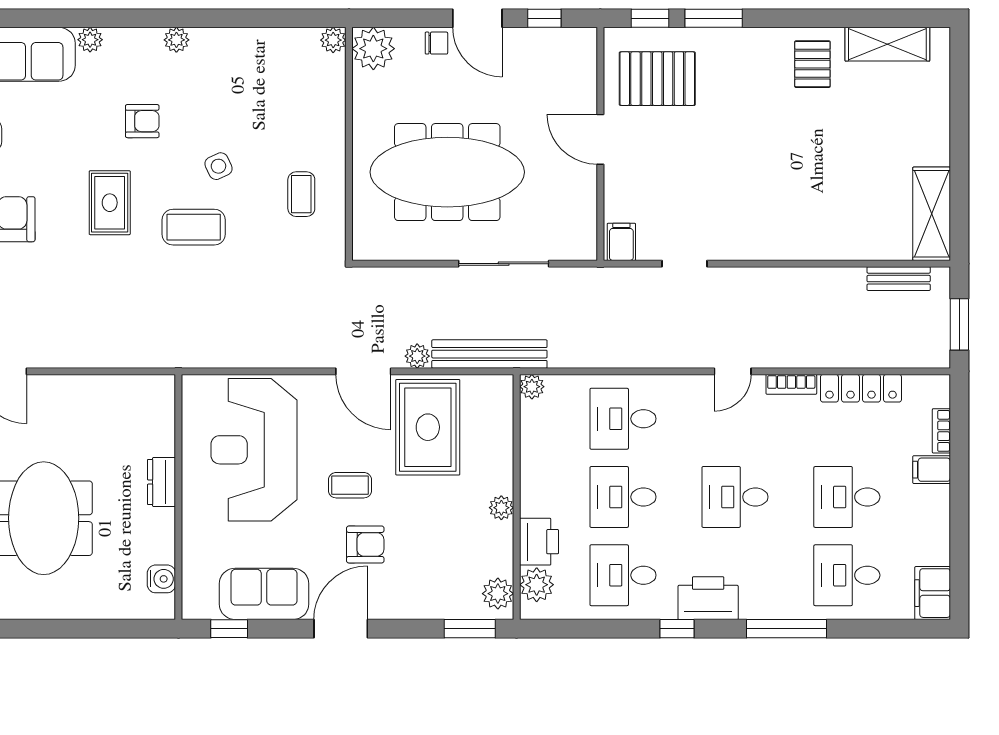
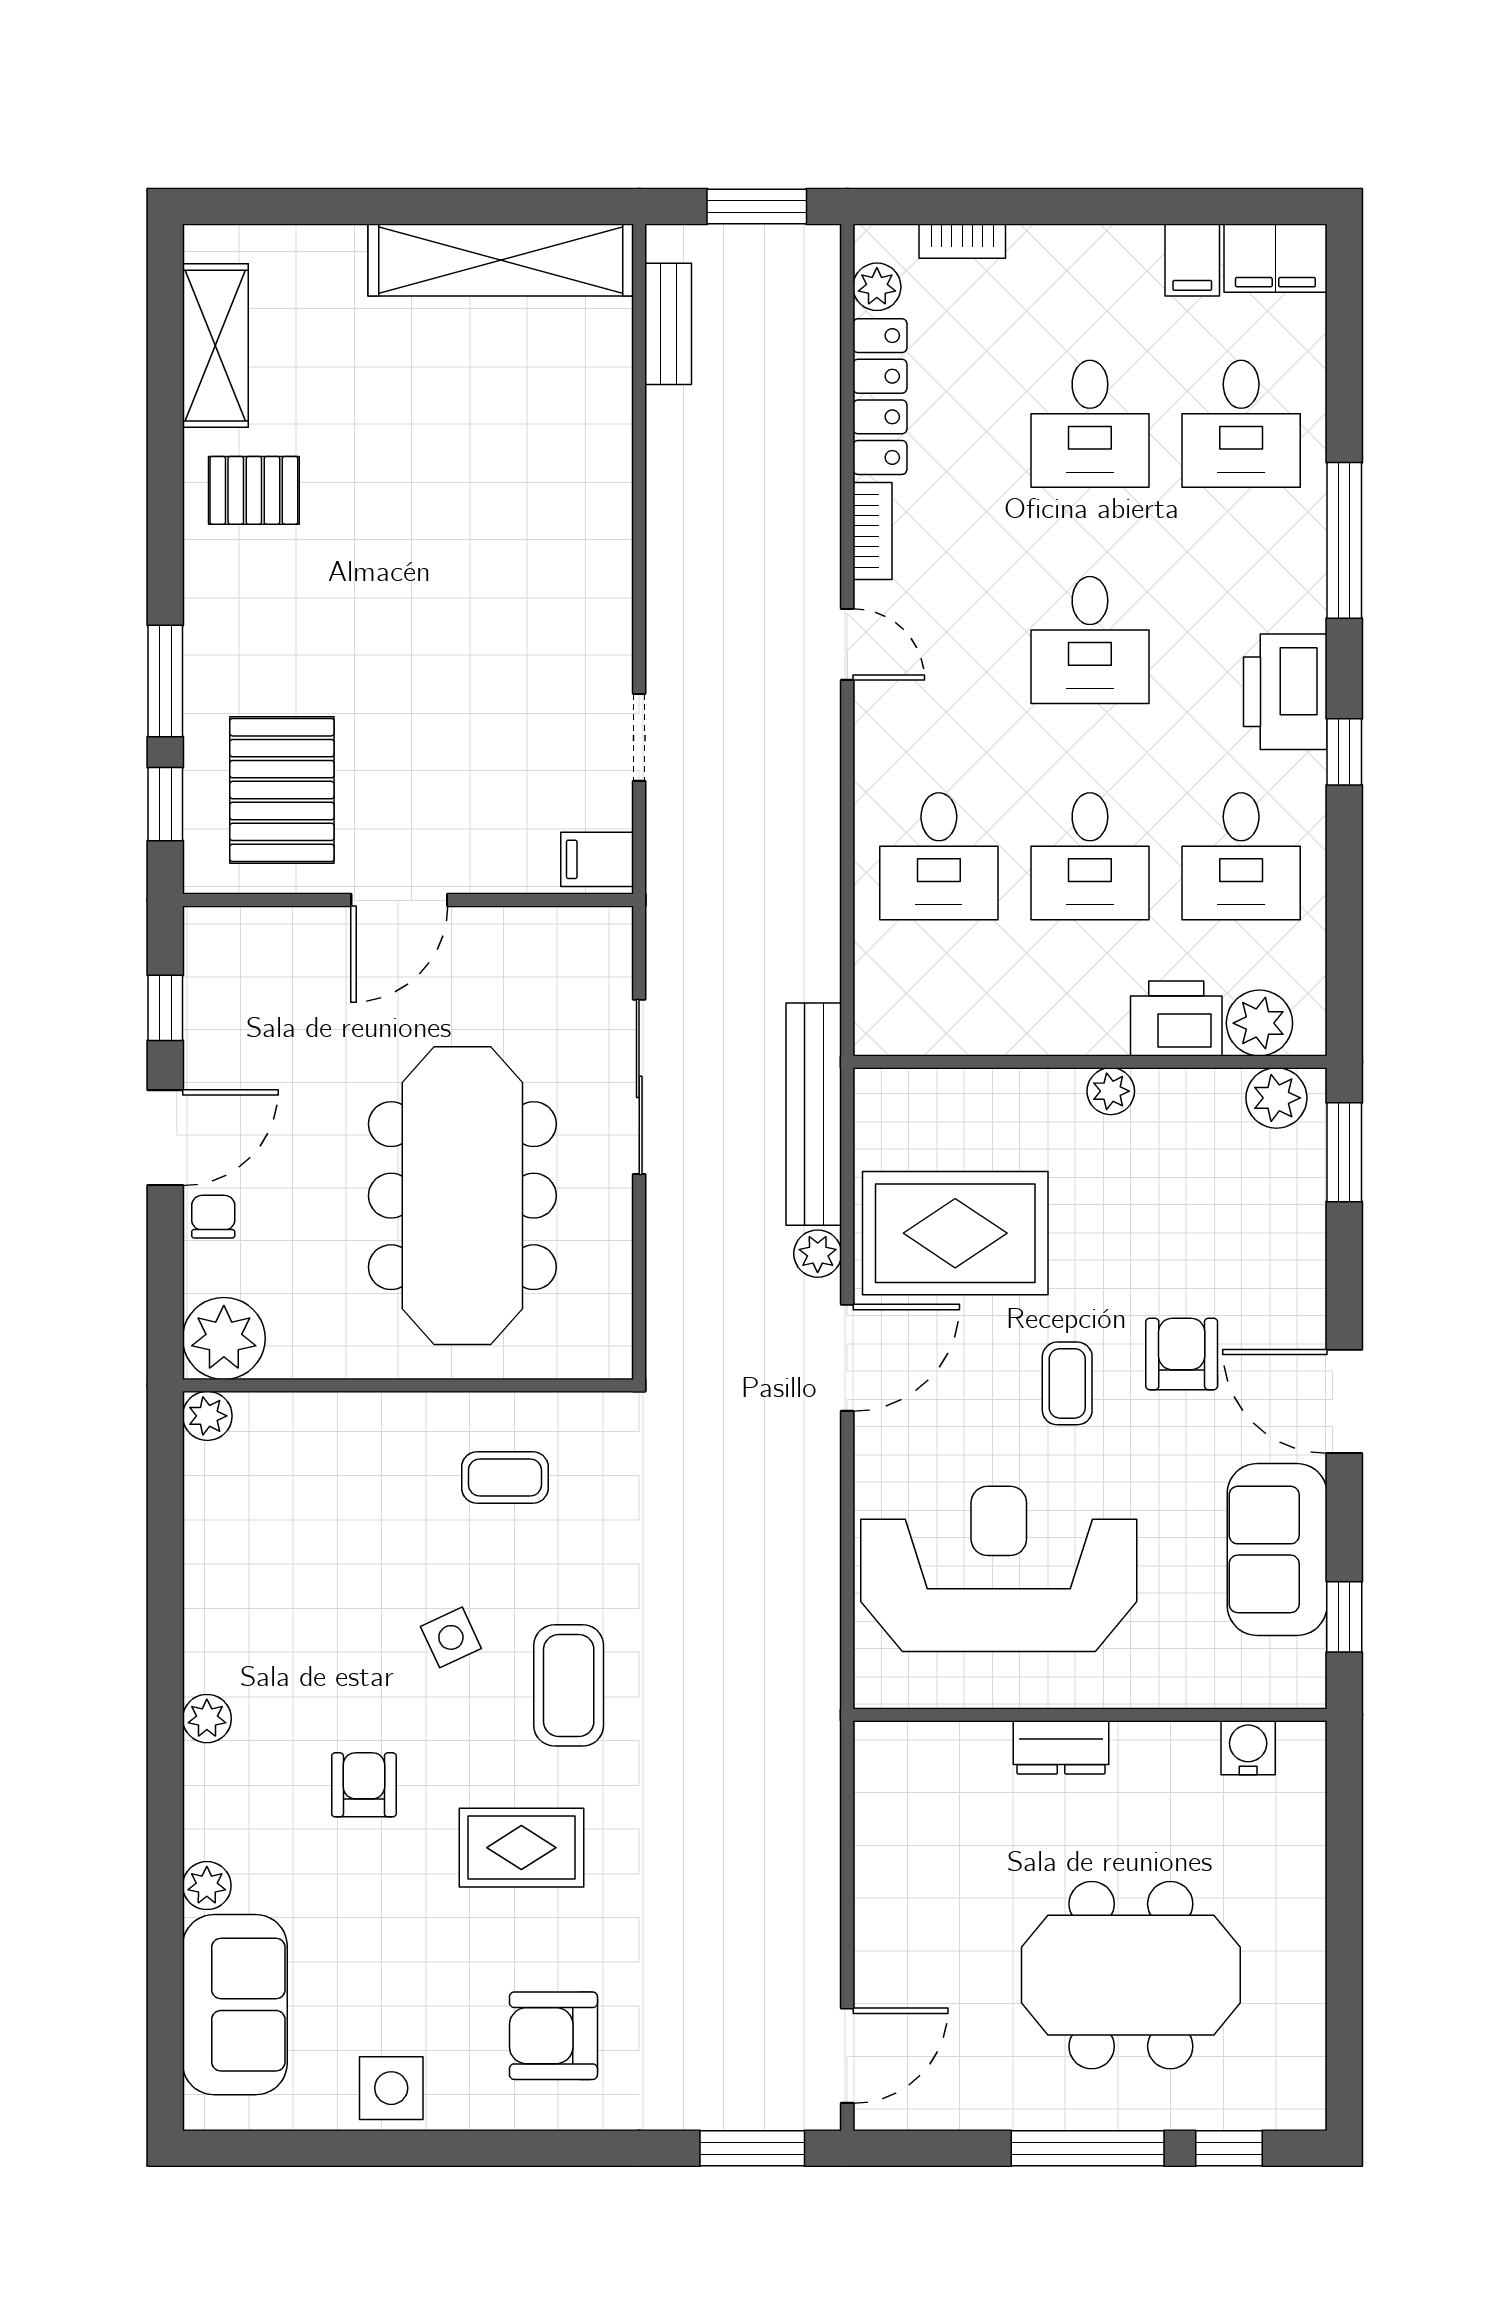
shelving: (932, 214) -> (501, 260), width x1.47
plant: (532, 387) -> (877, 287), moved
reception desk: (254, 450) -> (999, 1569), turned 180
filing cabinet: (932, 470) -> (1192, 260), moved

